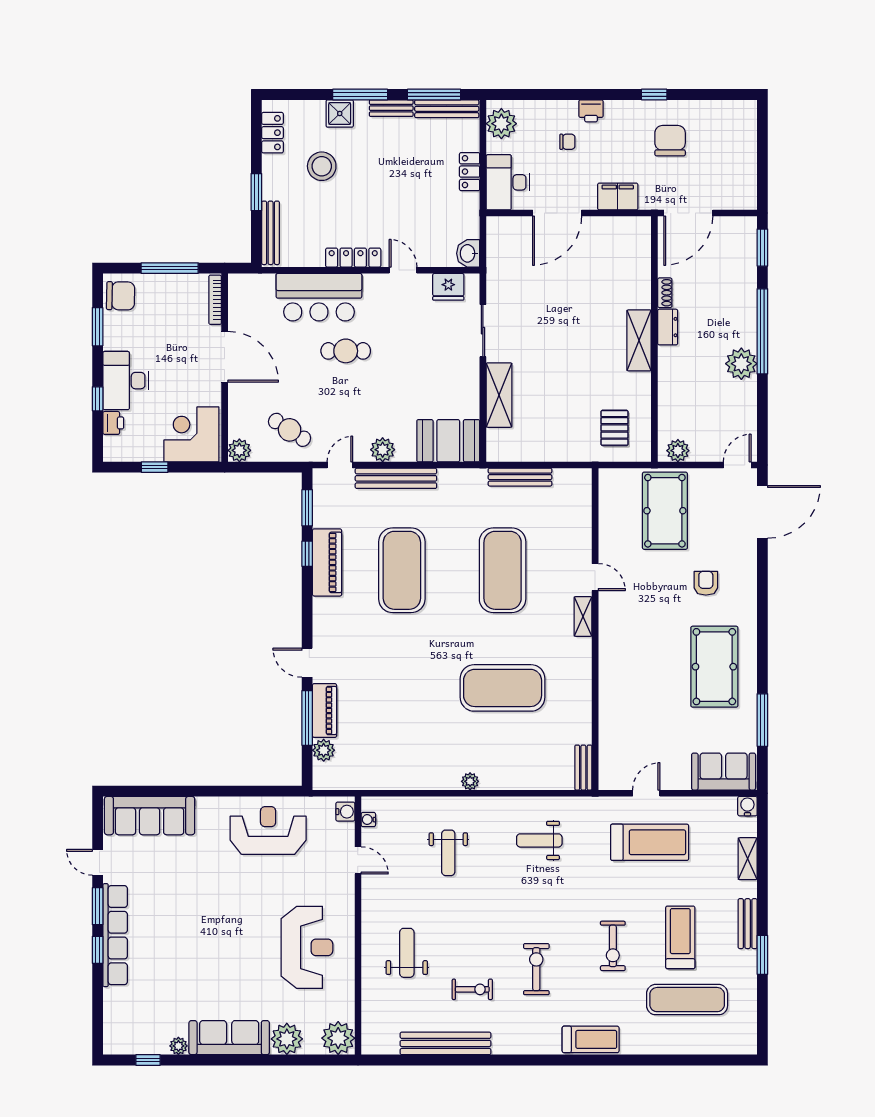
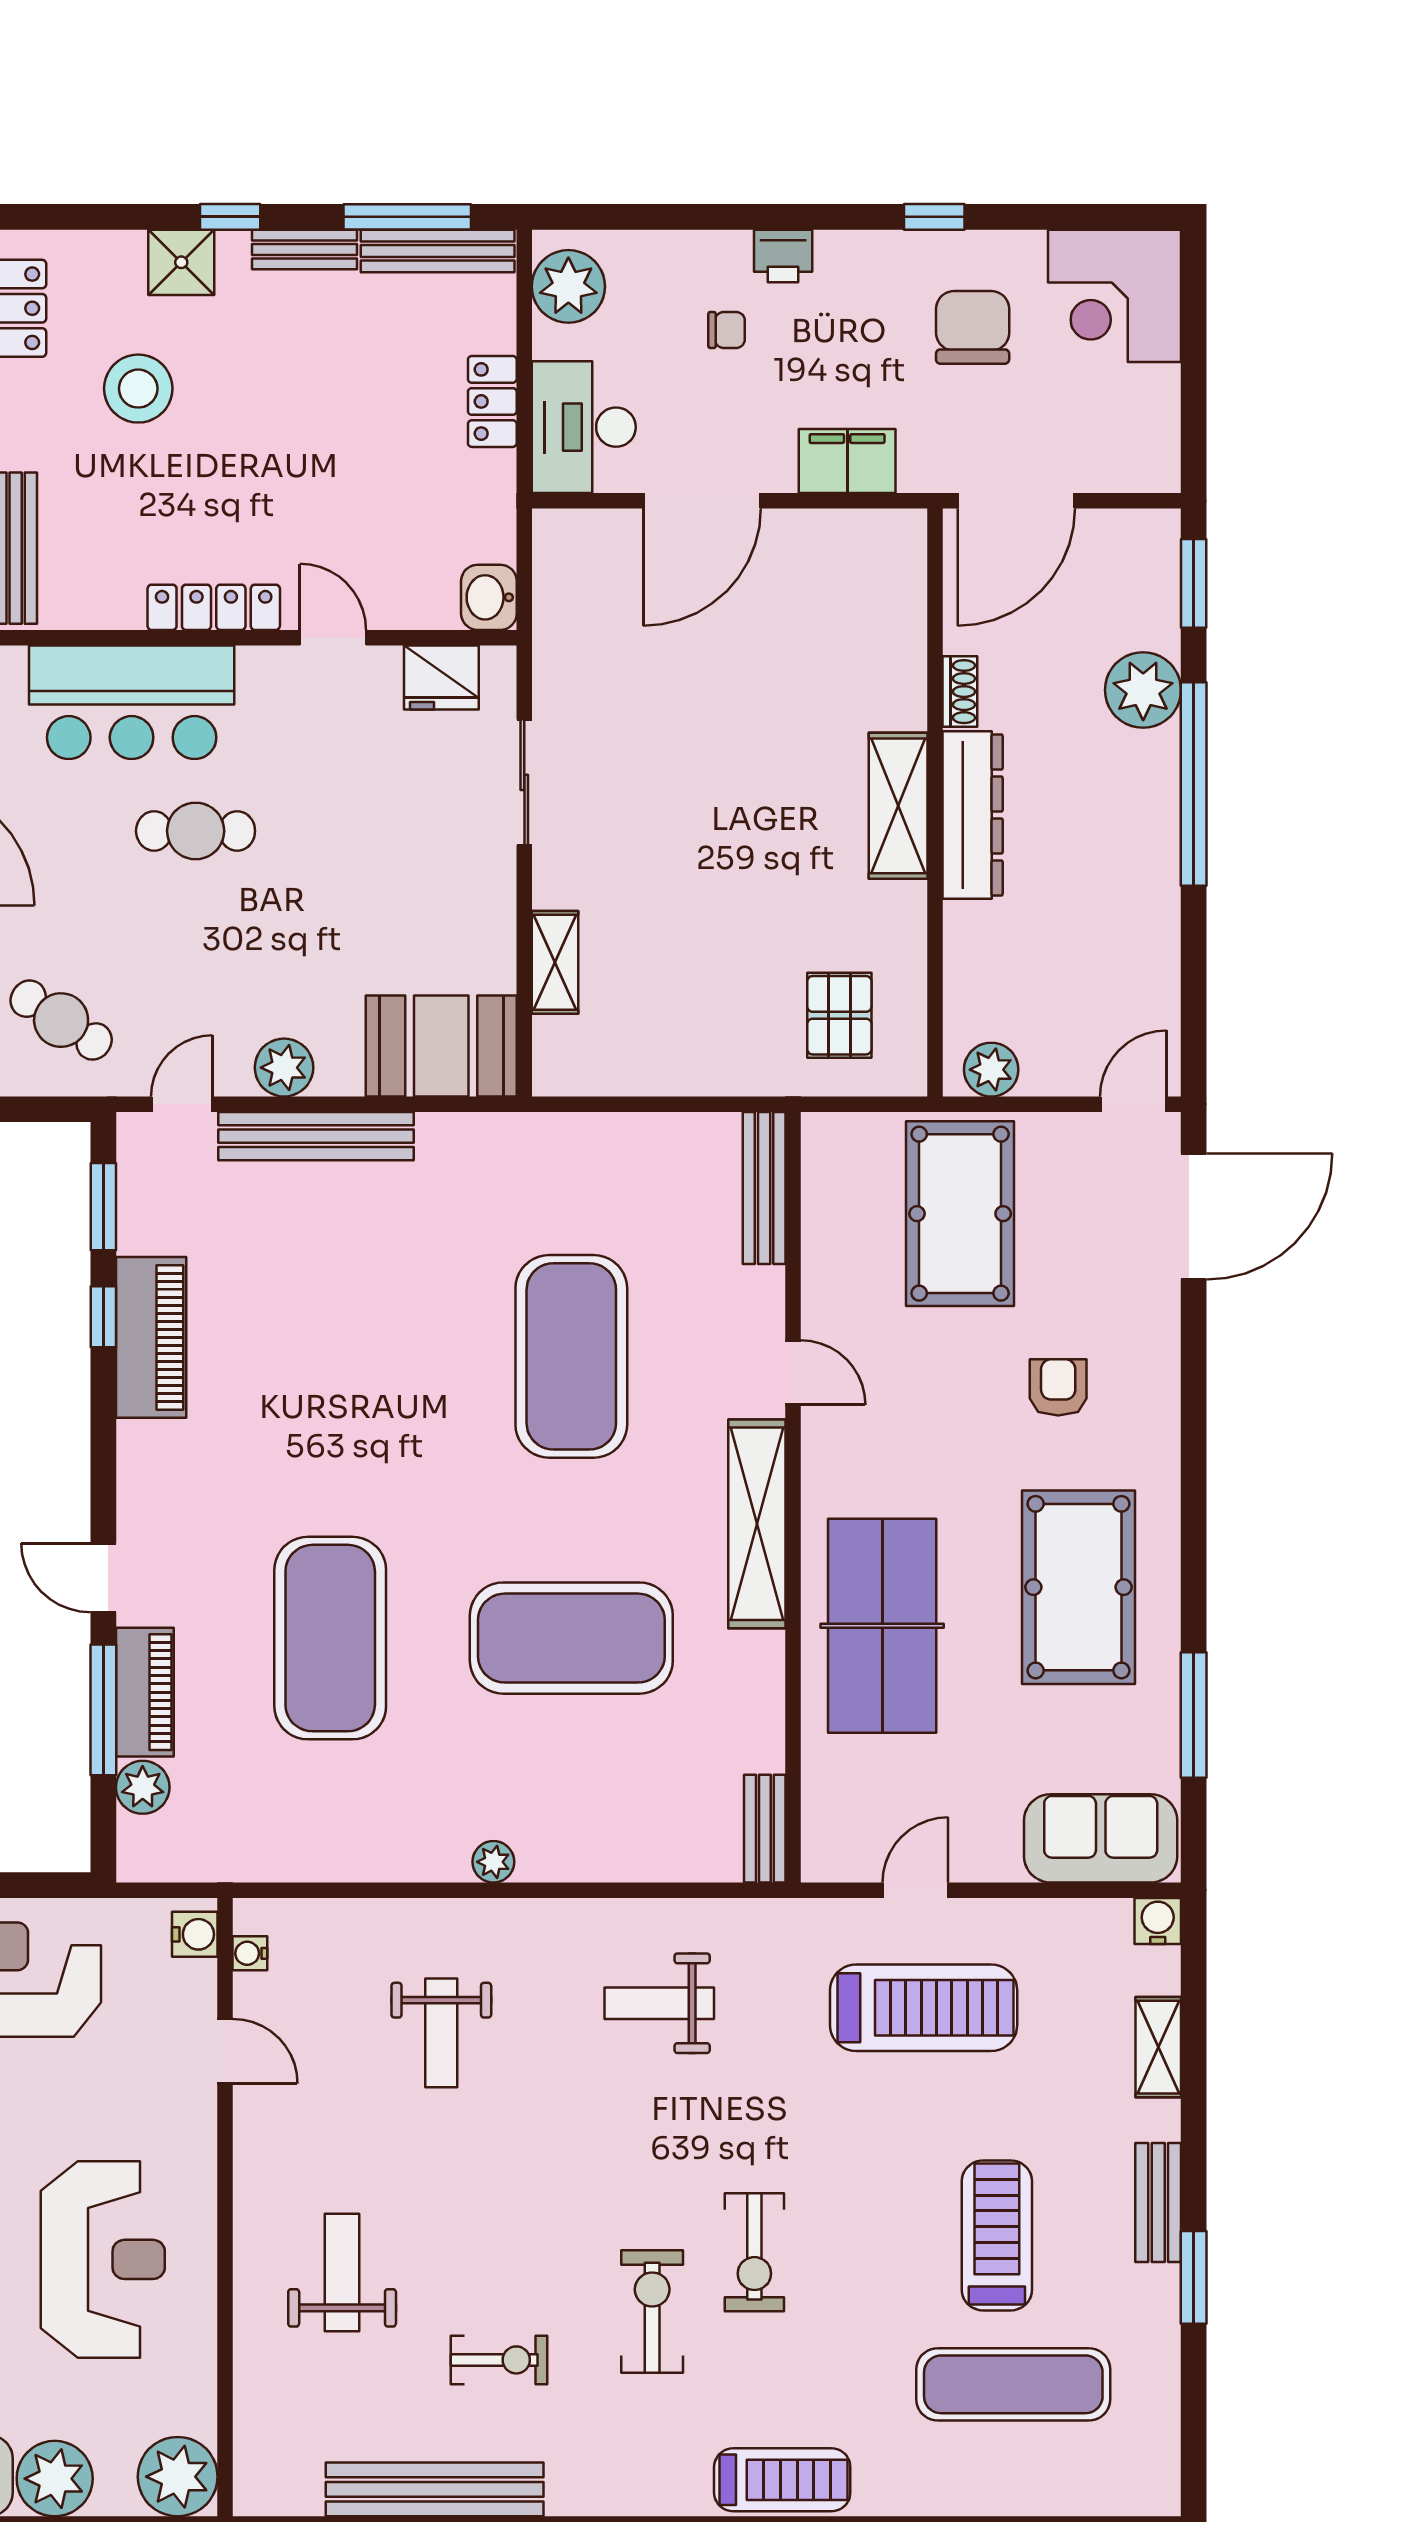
window: (360, 94) -> (230, 217), width x0.46
corner desk: (729, 128) -> (1115, 296), added
dresser: (668, 327) -> (973, 815), width x1.96, depth x1.24
plant: (741, 364) -> (1143, 690), moved
shelving: (499, 395) -> (555, 962), width x0.67, depth x0.75
bench: (520, 477) -> (764, 1188), moved, turned 90
exercise mat: (402, 570) -> (330, 1638), moved
shelving: (583, 616) -> (757, 1524), width x2.20, depth x1.33
table tennis table: (632, 683) -> (882, 1626), added
exercise bike: (613, 946) -> (754, 2252), moved

